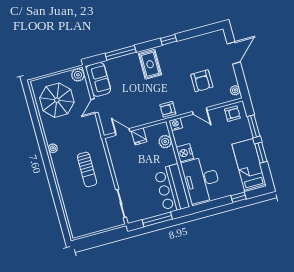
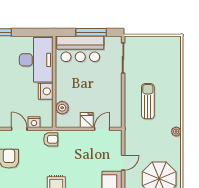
nightstand: (176, 124) -> (34, 122), moved
door: (123, 132) -> (102, 129), swing flipped
bar counter: (172, 188) -> (80, 49), moved, turned 90

